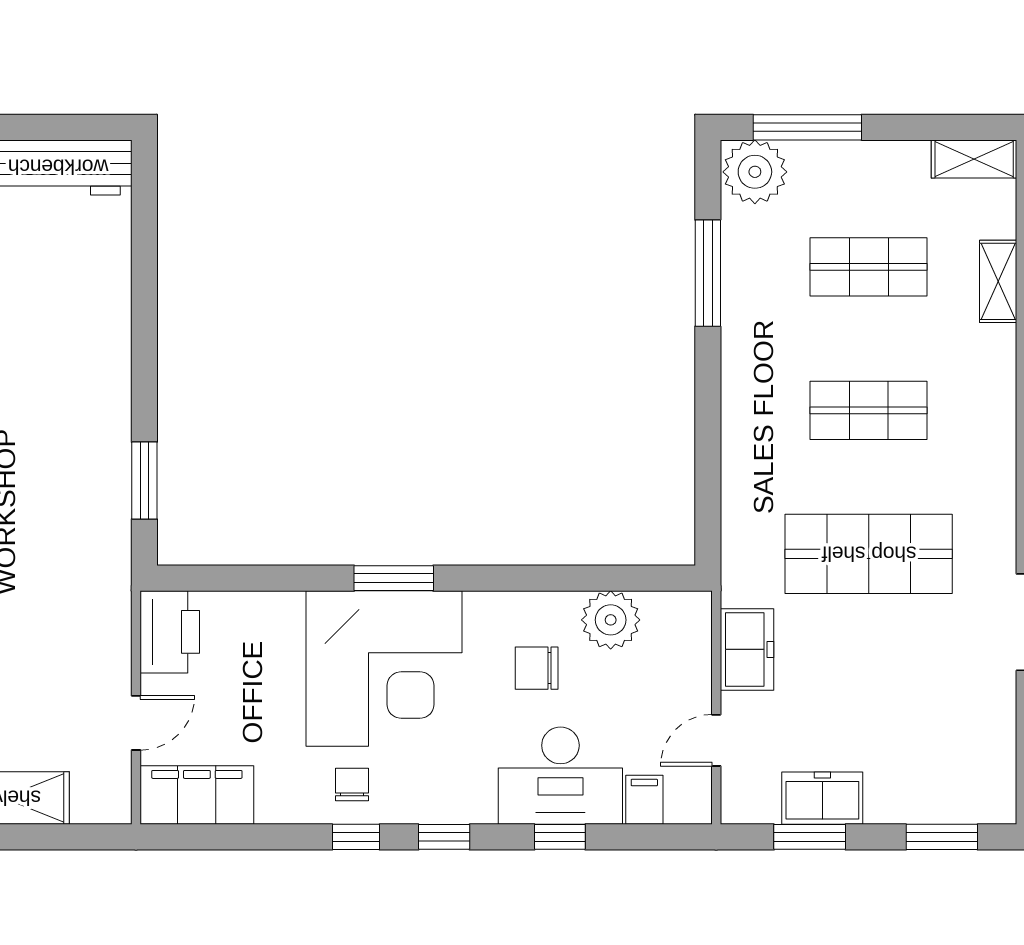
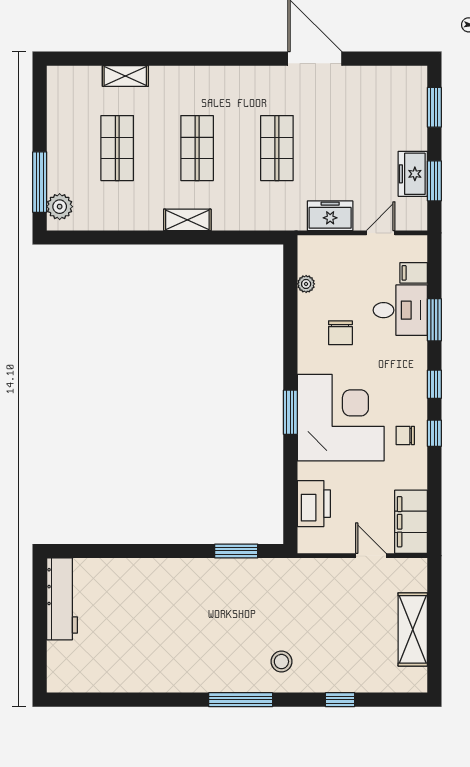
shelving: (974, 159) -> (187, 220), moved, turned 90
plant: (755, 172) -> (60, 207), width x0.73, depth x0.73
window: (708, 273) -> (121, 238), removed
shop shelf: (869, 554) -> (277, 148), width x0.70, depth x0.74
plant: (611, 620) -> (306, 284), width x0.53, depth x0.53
printer: (170, 632) -> (314, 504), moved, turned 90
door: (716, 740) -> (381, 233), swing flipped
desk: (560, 776) -> (400, 310), width x0.73
window: (560, 837) -> (434, 320), width x1.50

